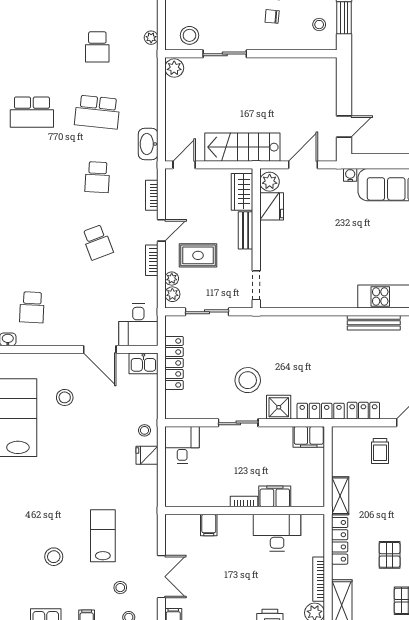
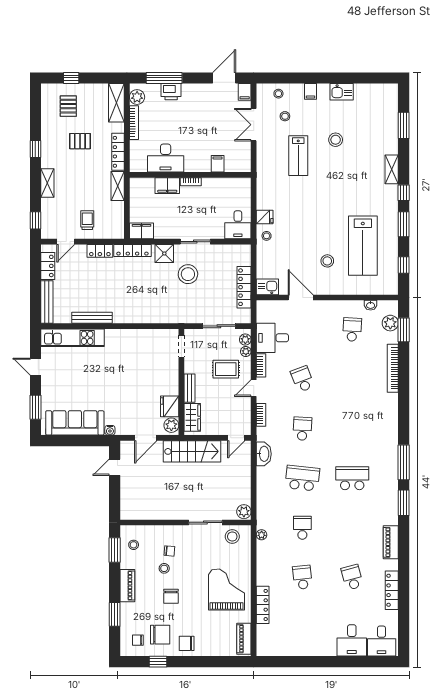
desk: (138, 325) -> (272, 338), moved, turned -90
pallet: (390, 555) -> (80, 141), turned 90

